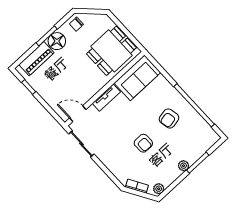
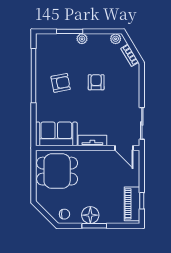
piano: (36, 59) -> (132, 204), moved, turned -90

